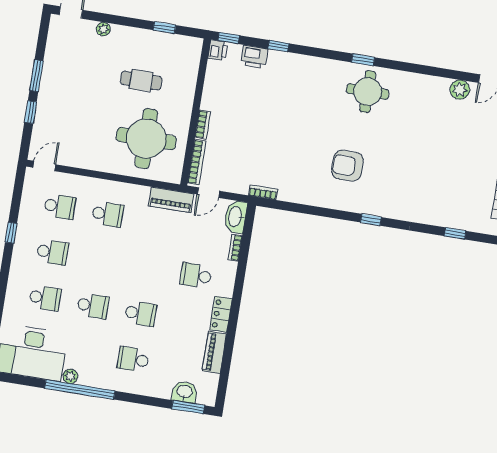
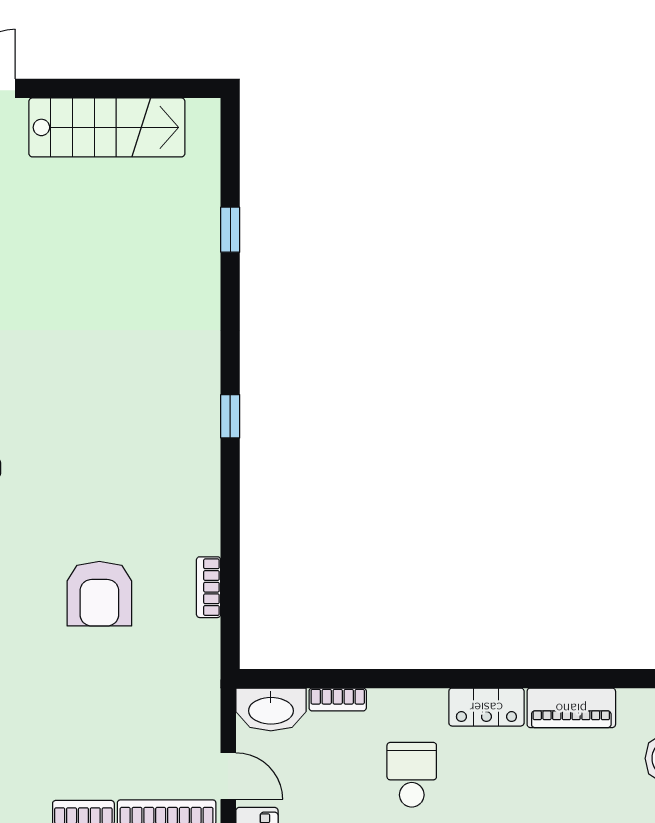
armchair: (347, 166) -> (99, 594), moved
bookcase: (263, 192) -> (209, 587), moved
school desk: (196, 276) -> (412, 775), turned 180

